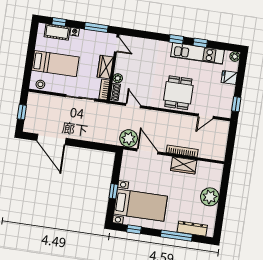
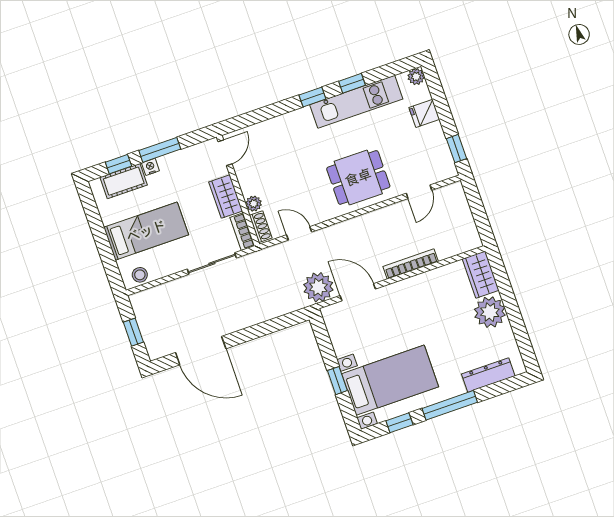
window: (96, 27) -> (160, 150), moved
door: (117, 45) -> (225, 153), hinge flipped
dining table: (178, 93) -> (358, 177), turned 90
wardrobe: (184, 165) -> (481, 275), moved, turned 90
window: (176, 236) -> (450, 405), moved

